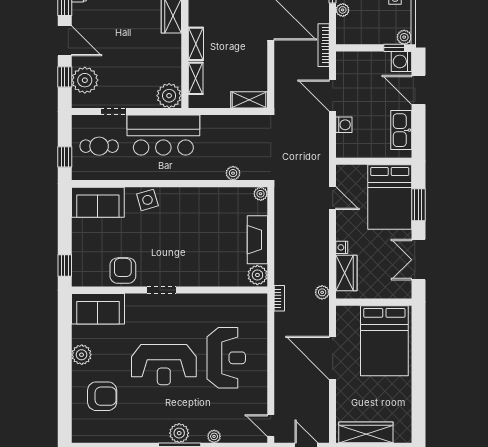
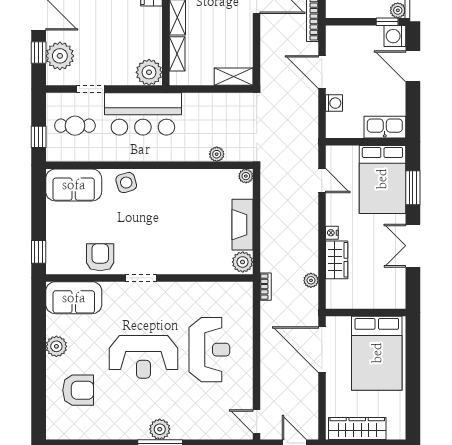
kitchen sink: (401, 130) -> (385, 127), moved, turned 90
wall: (374, 302) -> (366, 312), moved
bed: (384, 341) -> (377, 353), moved
plant: (214, 436) -> (197, 433), removed

